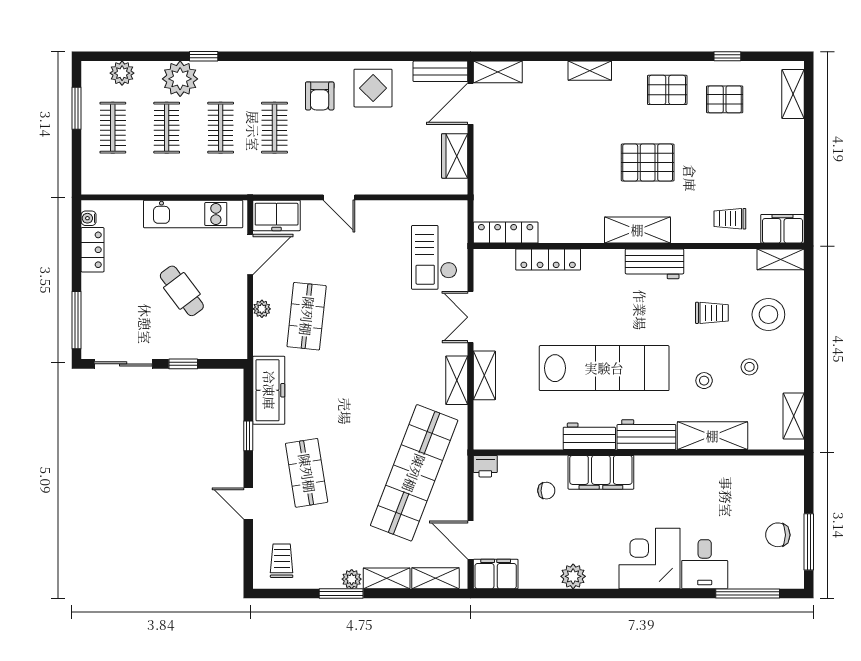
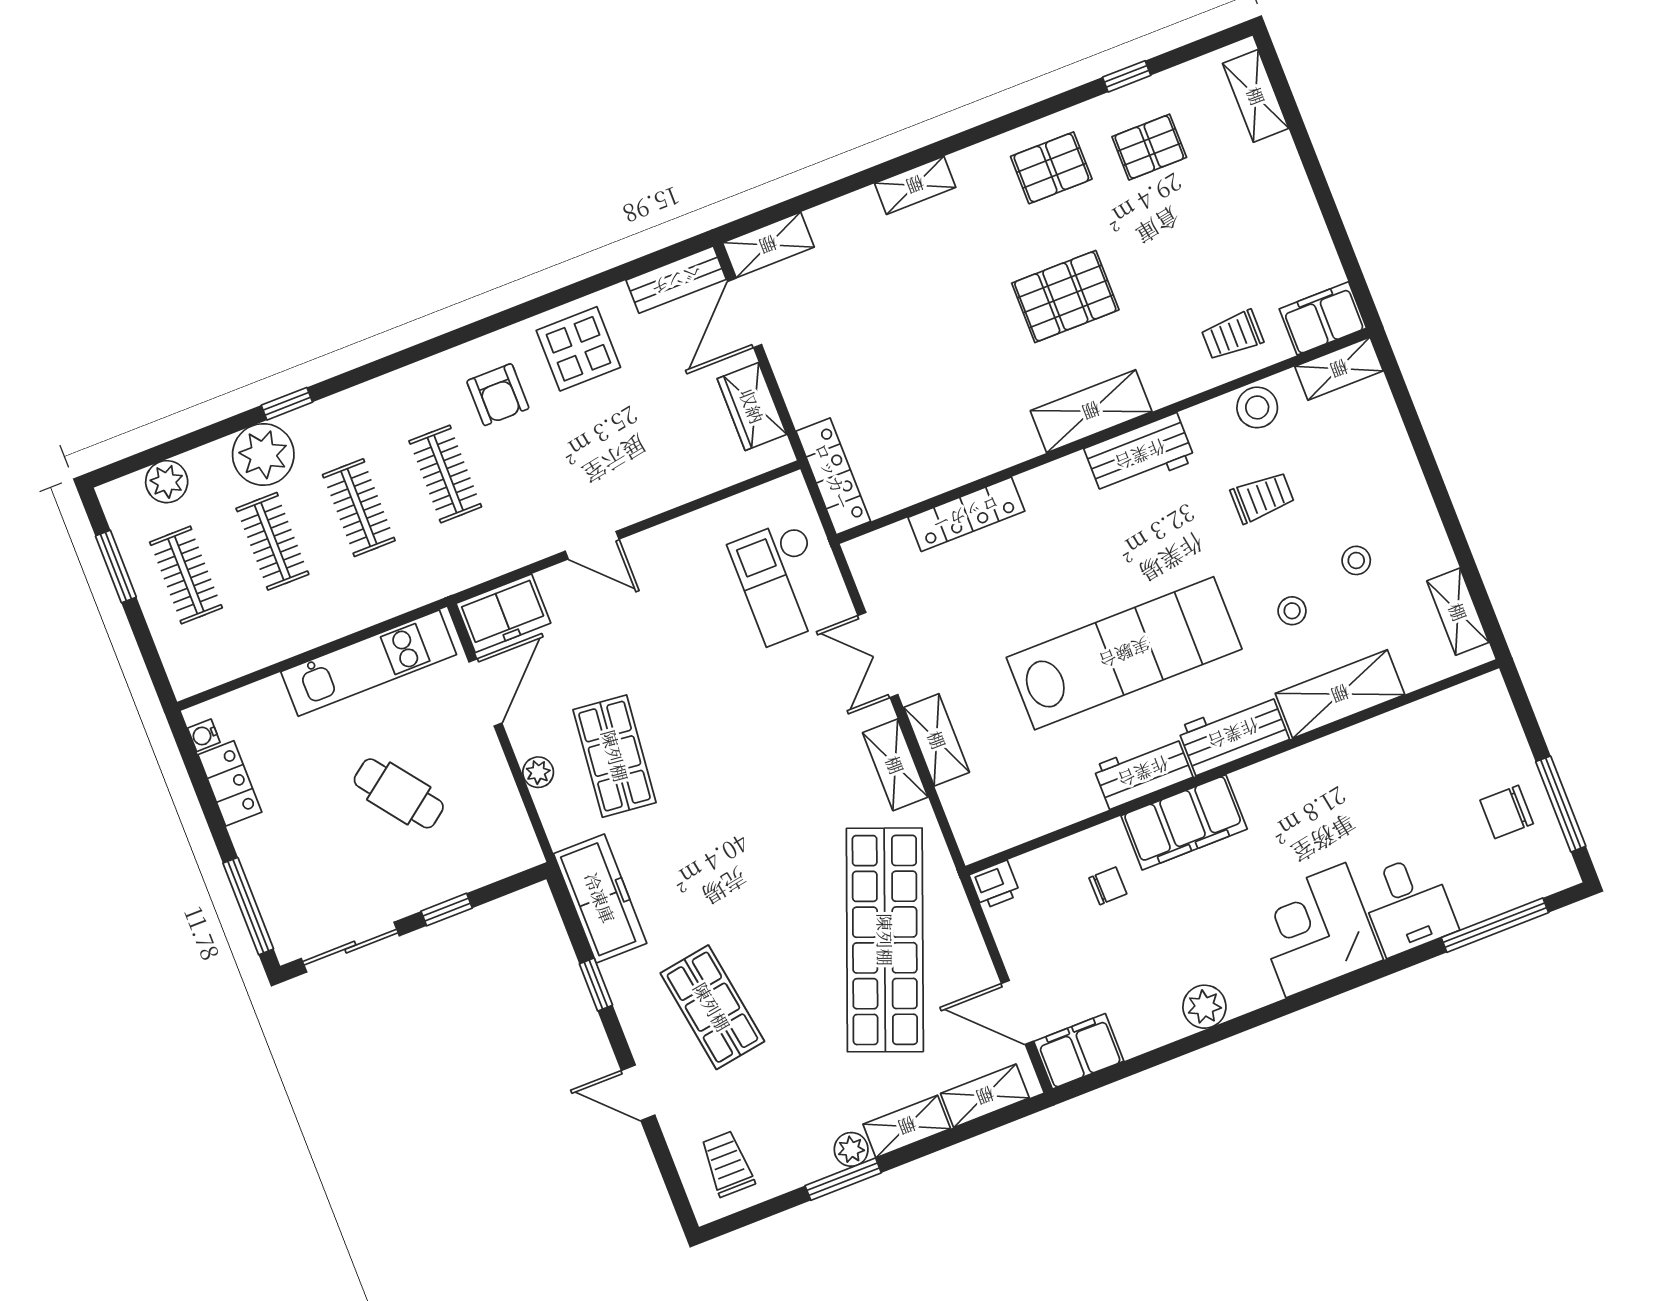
locker: (506, 233) -> (833, 476), moved, turned 90
stool: (768, 315) -> (1257, 407), moved, width x0.73, depth x0.73

